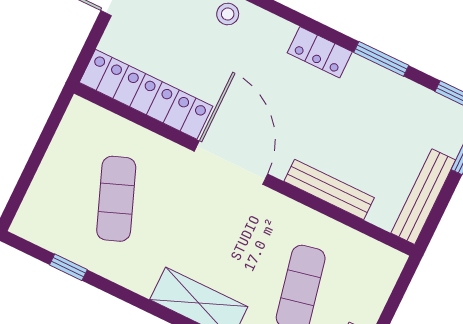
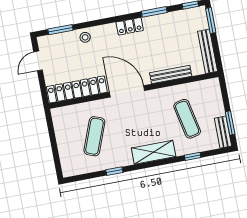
exercise mat: (116, 199) -> (94, 136), turned 42
window: (68, 267) -> (114, 171), moved

